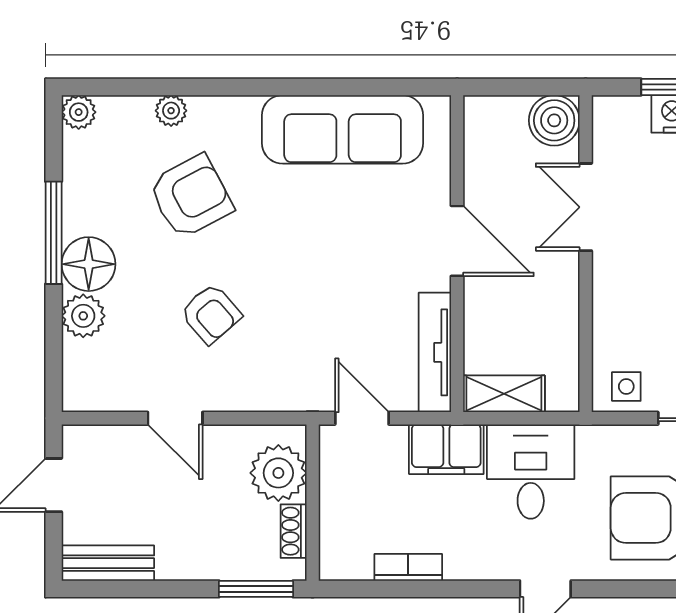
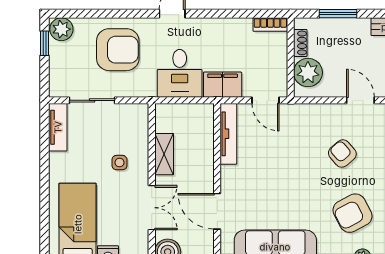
door: (457, 241) -> (217, 211), moved
side table: (626, 387) -> (119, 163), moved
shelving: (504, 394) -> (164, 154), moved, turned 90
bookcase: (408, 567) -> (270, 25), moved
window: (256, 589) -> (338, 14), moved

